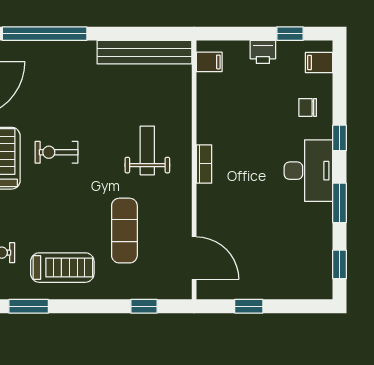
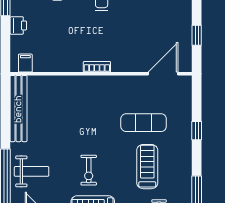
weight bench: (147, 150) -> (32, 171), moved, turned 180
treadmill: (62, 268) -> (147, 167), moved
window: (144, 306) -> (197, 131), moved

